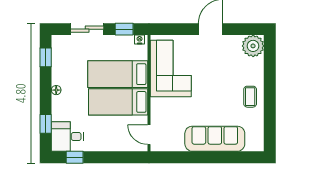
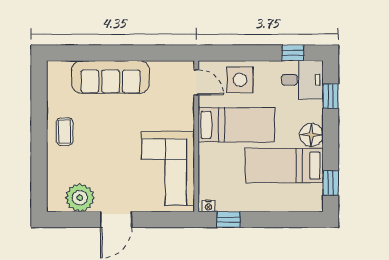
sliding door: (87, 29) -> (277, 220), removed
plant: (253, 46) -> (80, 198), moved
bed: (118, 74) -> (284, 165), moved, turned 180
floor lamp: (56, 90) -> (311, 135), width x1.89, depth x1.89
side table: (115, 137) -> (240, 80), added

